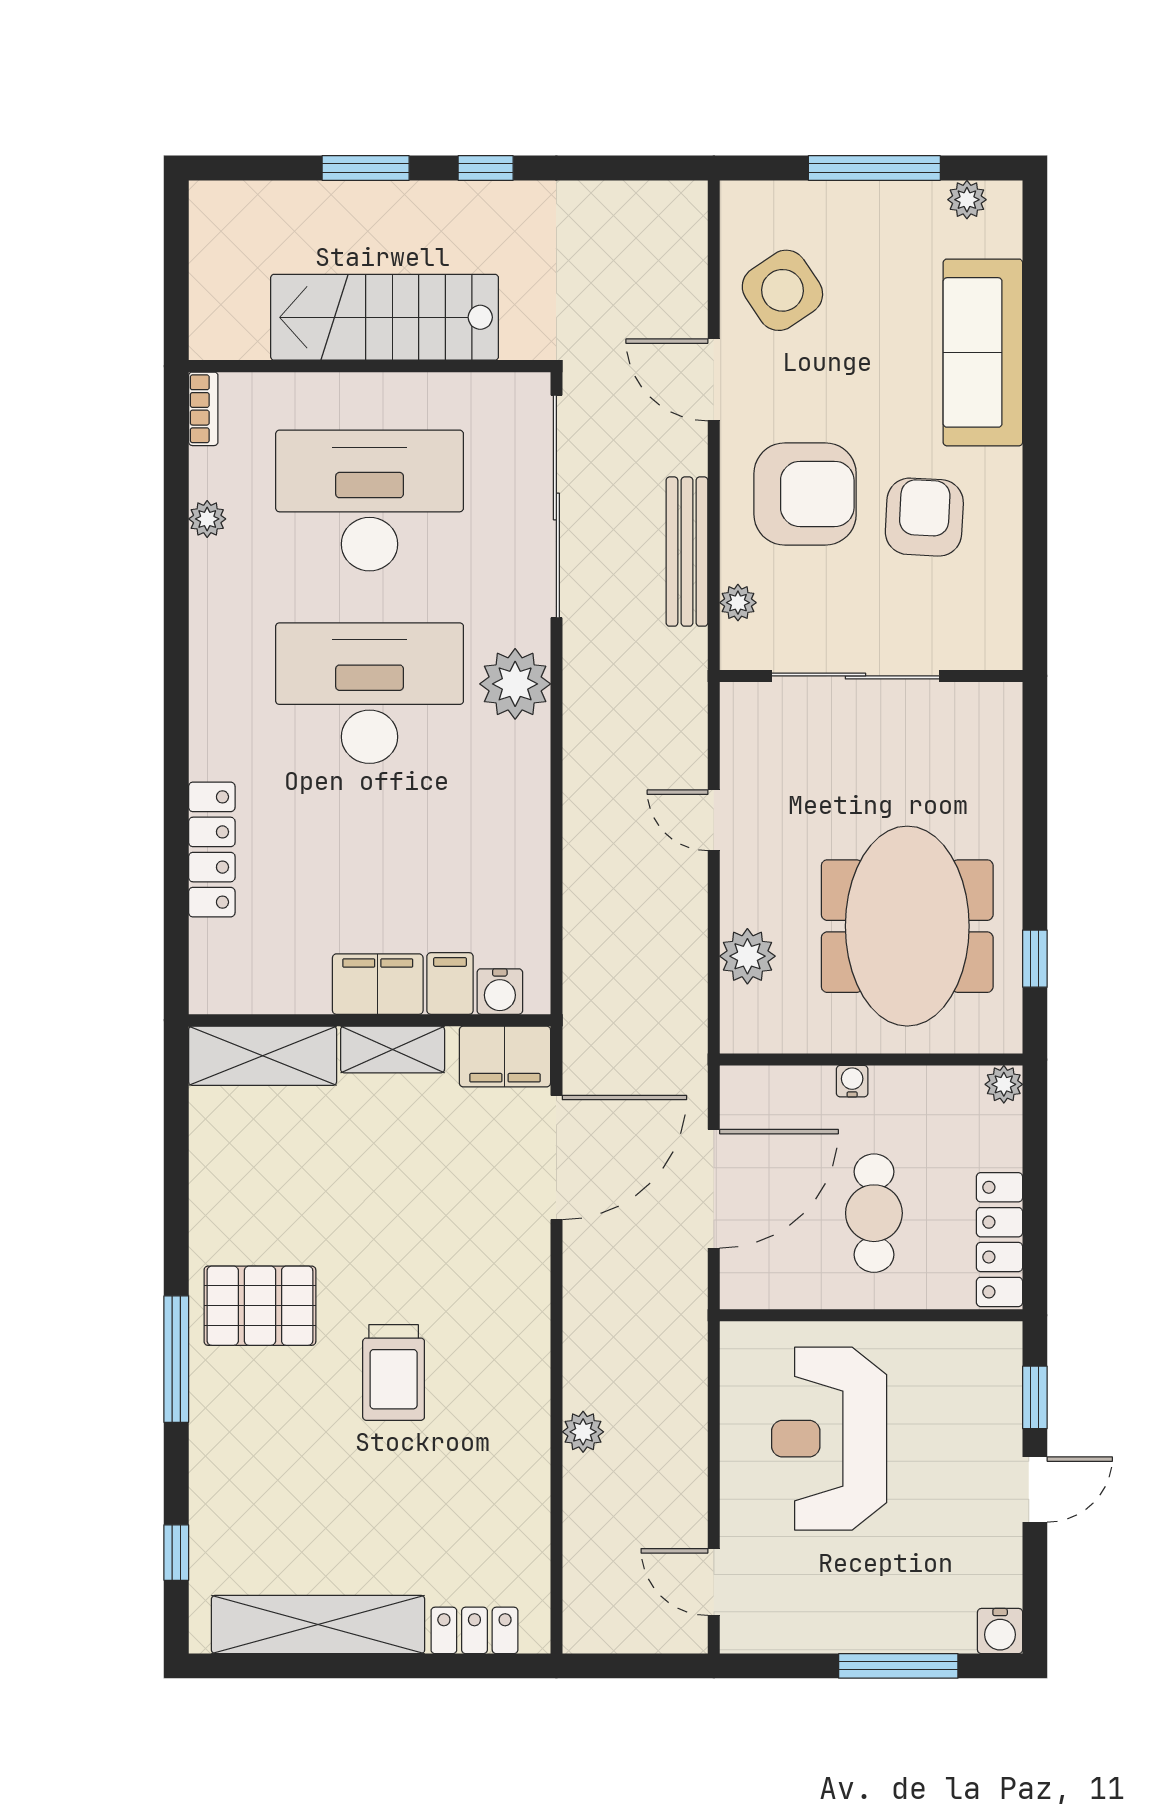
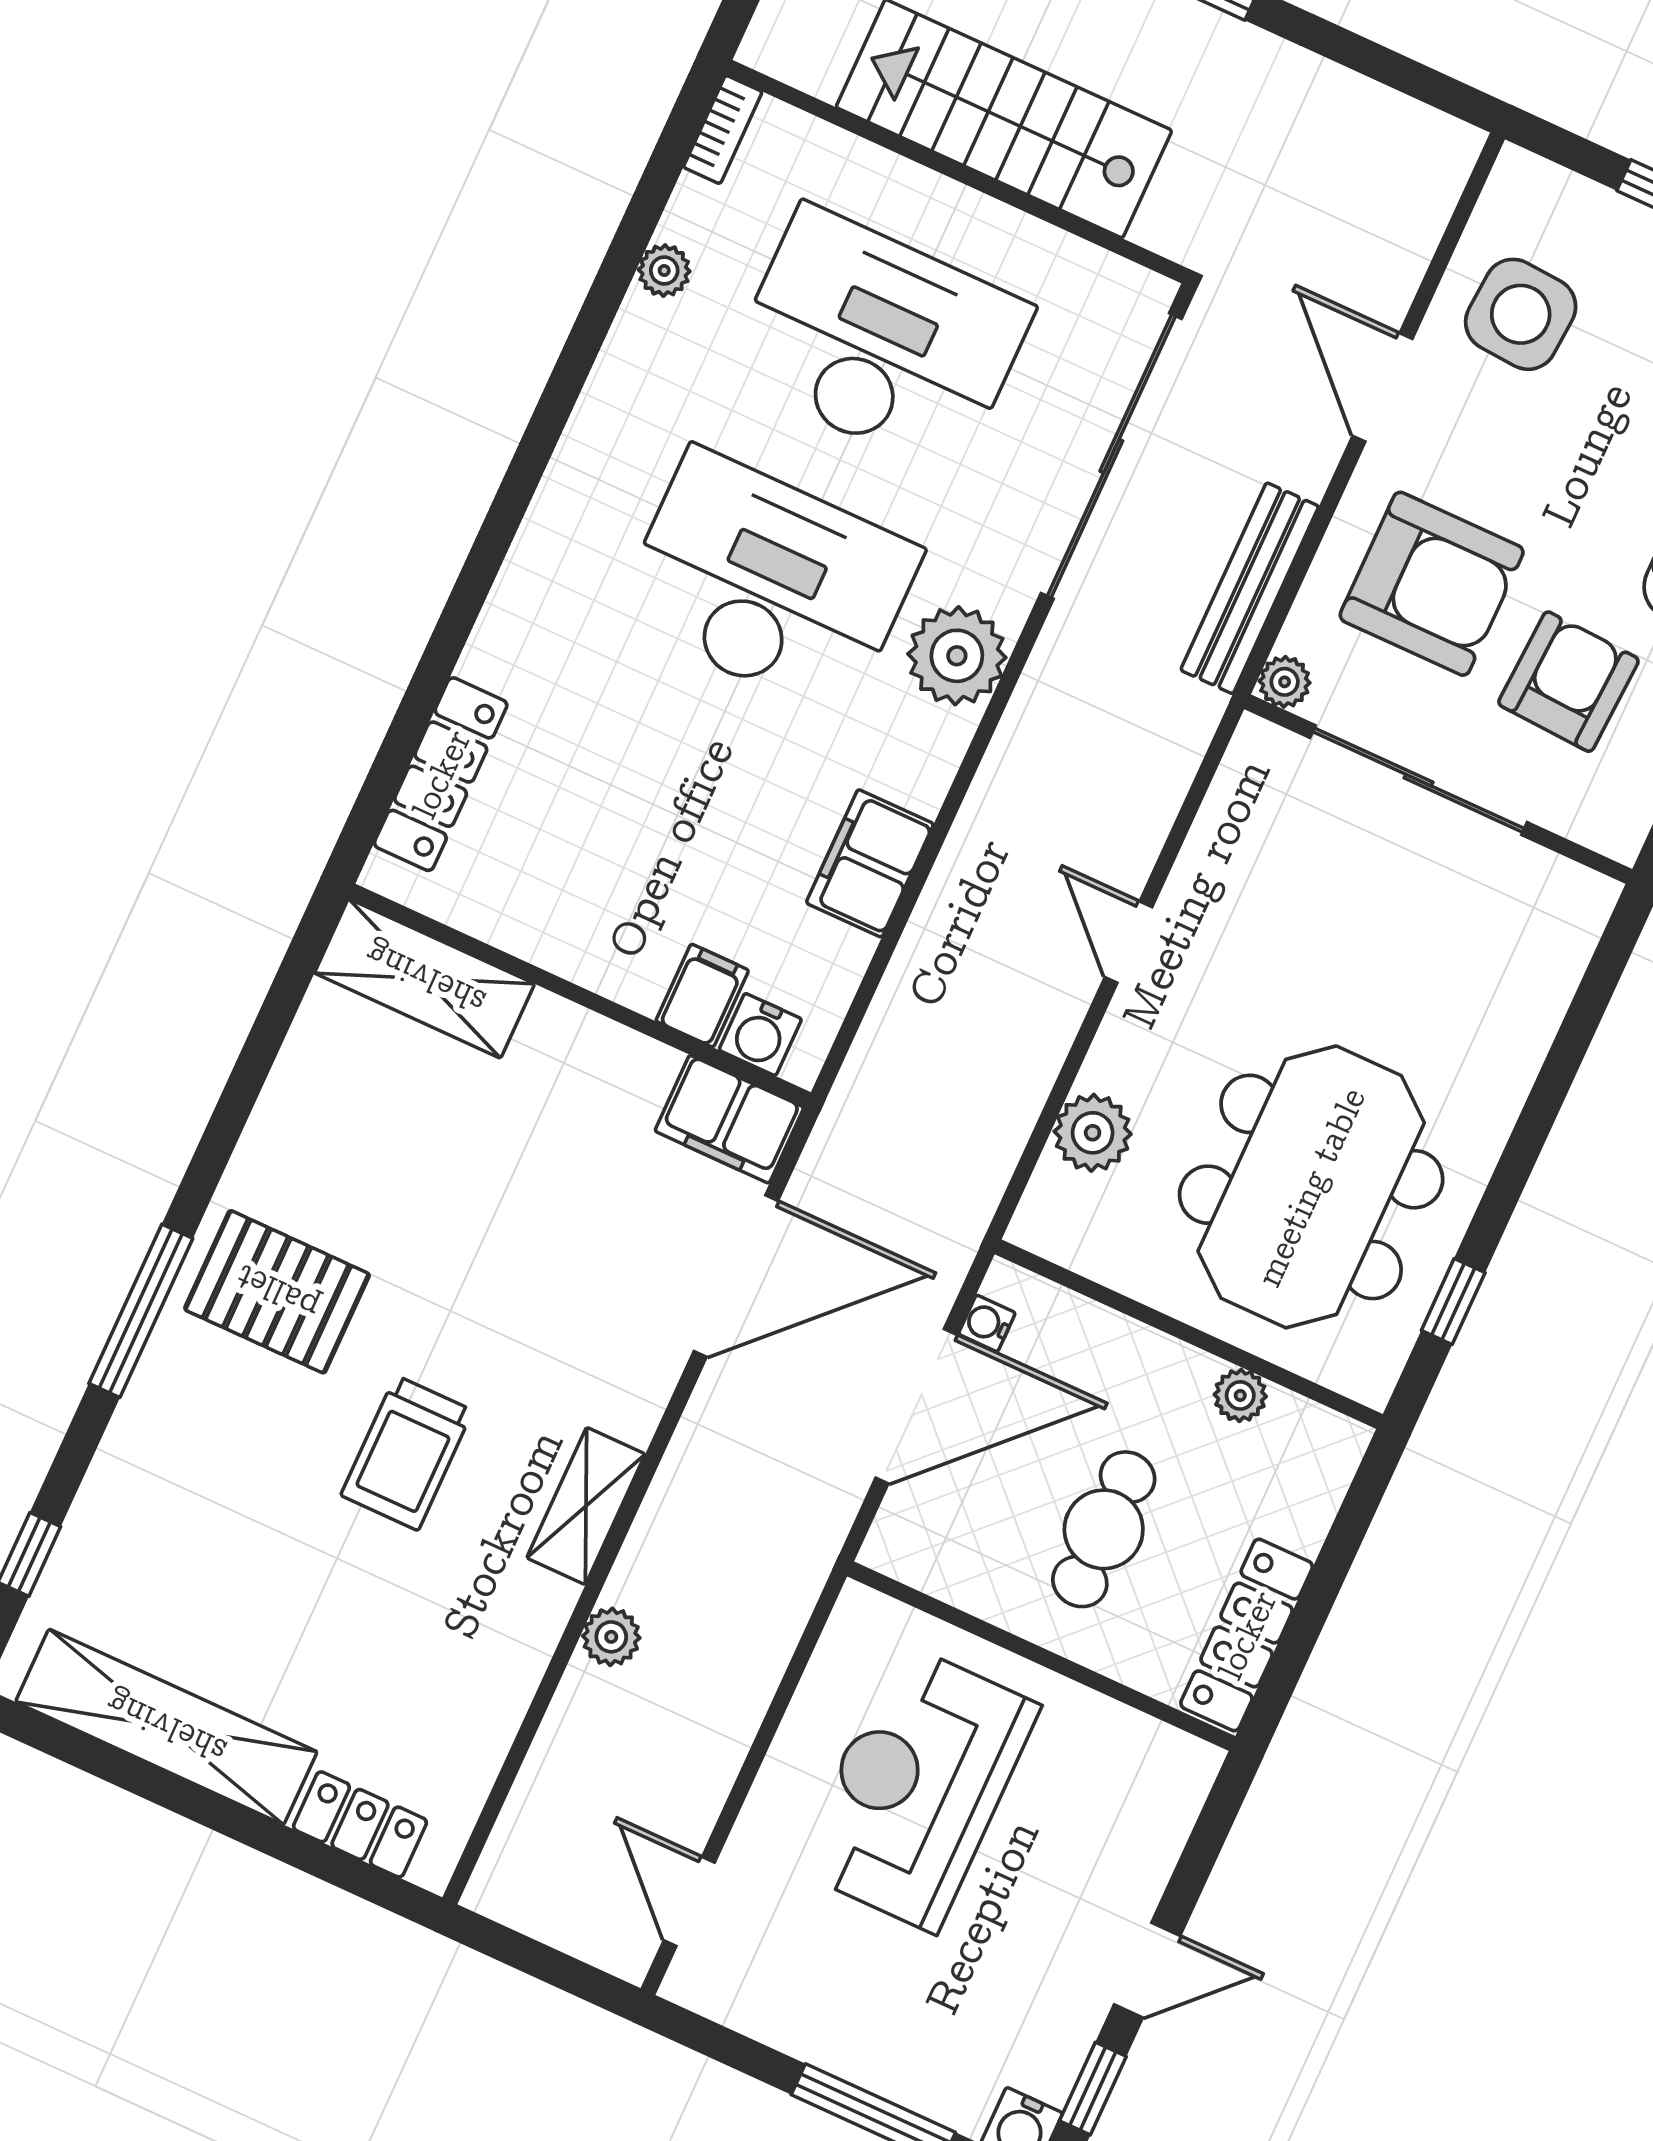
side table: (782, 290) -> (1521, 314), turned 38
sliding door: (855, 676) -> (1419, 780), moved
wall: (871, 676) -> (1438, 789), moved
locker: (212, 849) -> (441, 774), moved
filing cabinet: (378, 984) -> (870, 863), moved, turned -90
shelving: (393, 1049) -> (586, 1506), moved, turned 90
water cooler: (852, 1081) -> (987, 1323), moved, turned -90
plant: (1004, 1084) -> (1240, 1395), moved
window: (1035, 1397) -> (1093, 2089), moved

